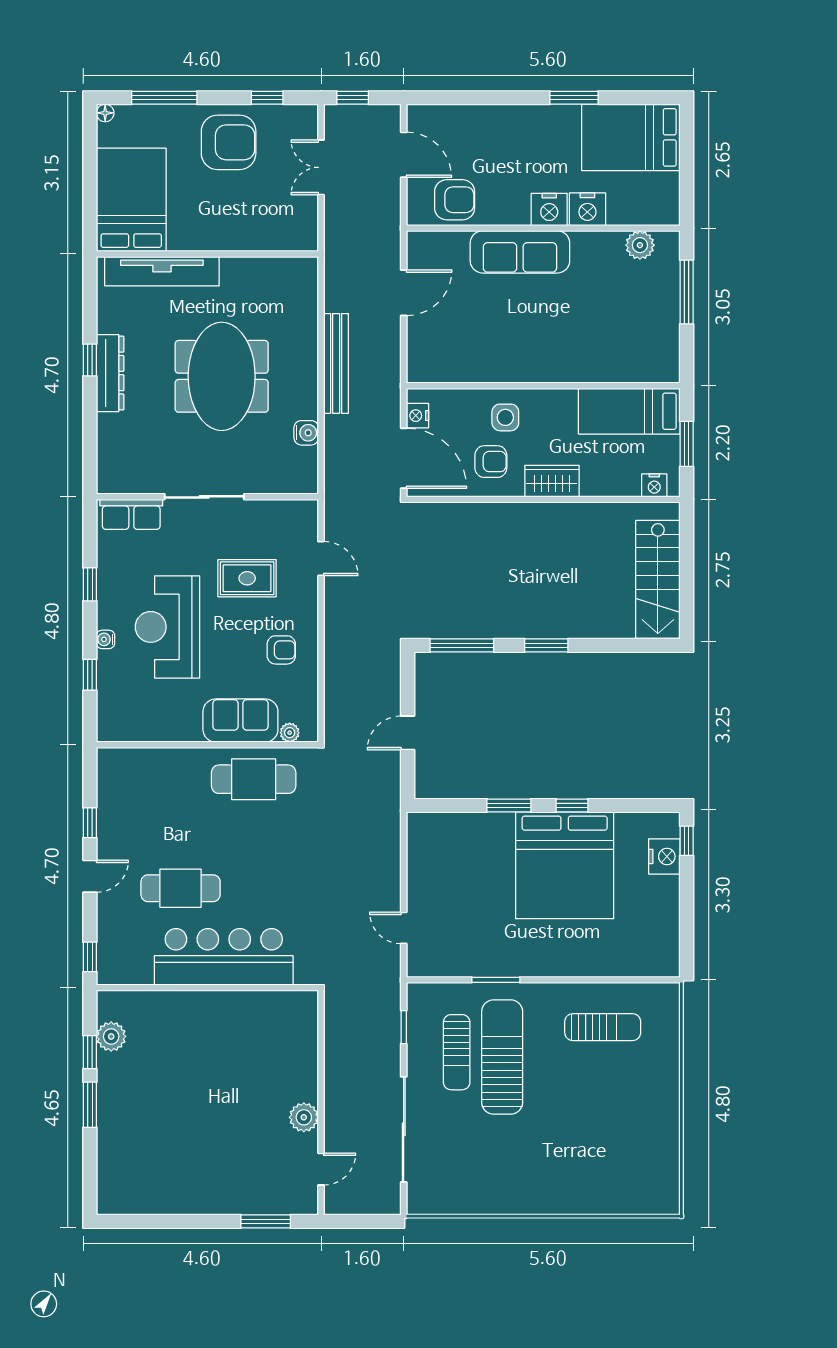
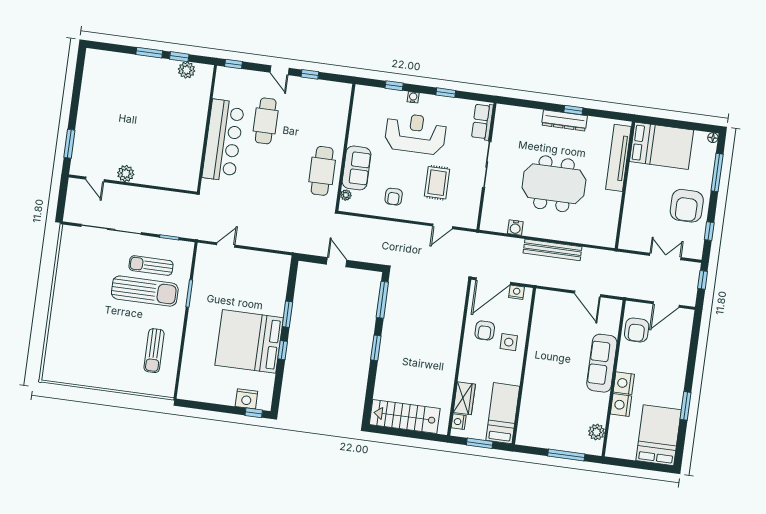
wardrobe: (552, 481) -> (464, 398), moved

